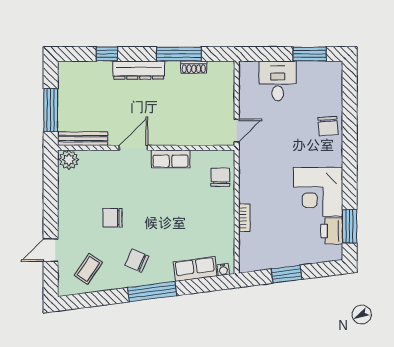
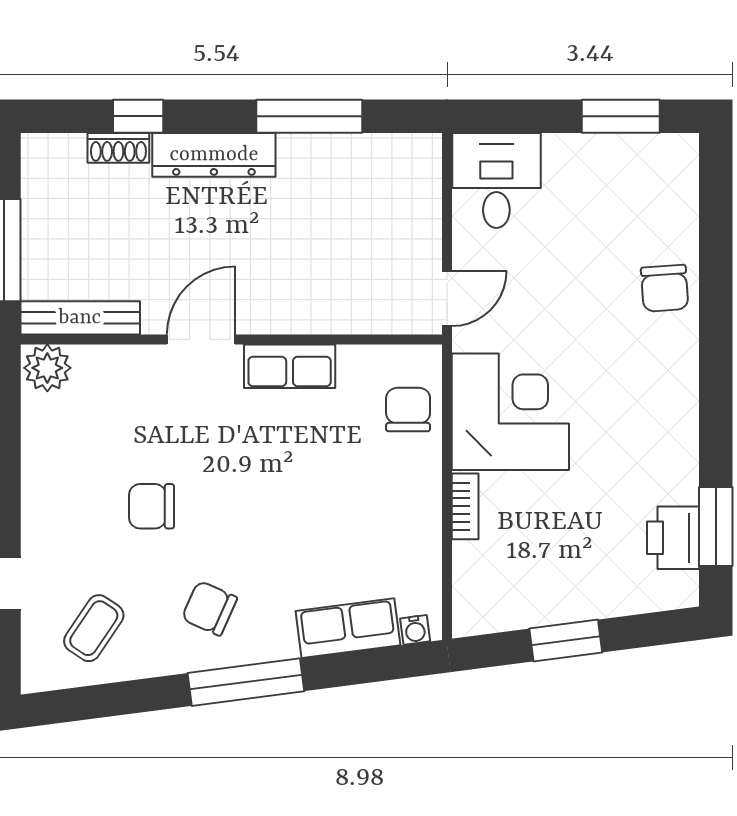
shoe rack: (194, 67) -> (118, 148), moved
desk: (278, 81) -> (496, 181), moved
corner desk: (318, 192) -> (510, 412), moved, turned 180

